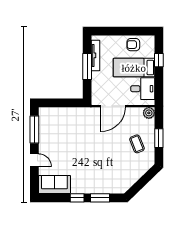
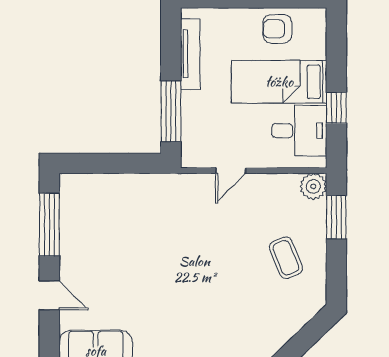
window: (159, 60) -> (336, 108), moved
window: (87, 66) -> (171, 111), moved
door: (113, 106) -> (231, 171), width x0.53
window: (159, 138) -> (336, 217), moved

